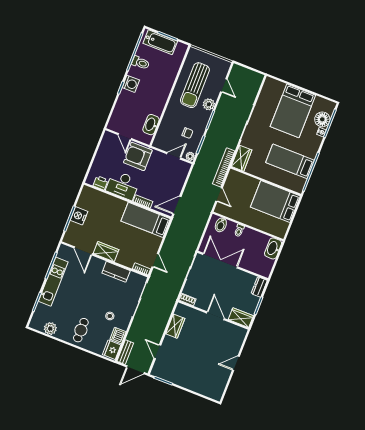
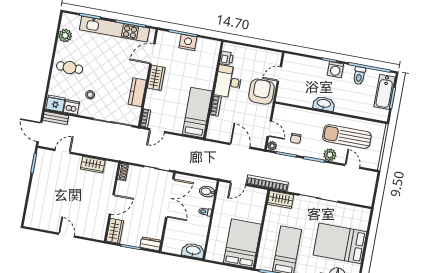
door: (224, 85) -> (352, 166), swing flipped
washbasin: (151, 125) -> (324, 104), moved
door: (177, 205) -> (240, 146), moved
kitchen unit: (53, 282) -> (114, 29), width x1.36

